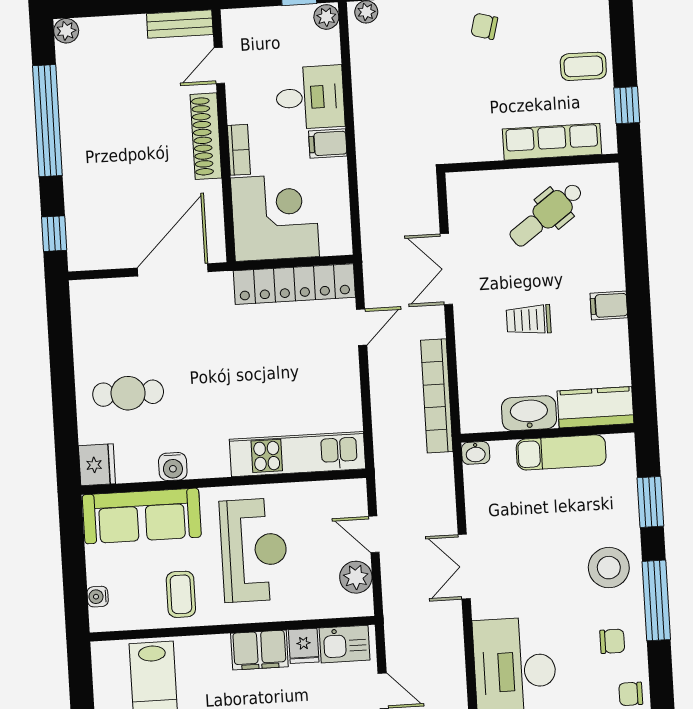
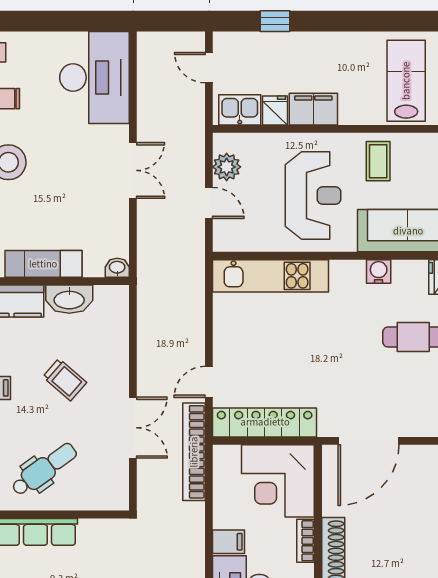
trolley: (529, 320) -> (65, 380), turned 41
bookcase: (437, 396) -> (194, 452), moved, turned 180
reception desk: (254, 550) -> (313, 196), turned 180

